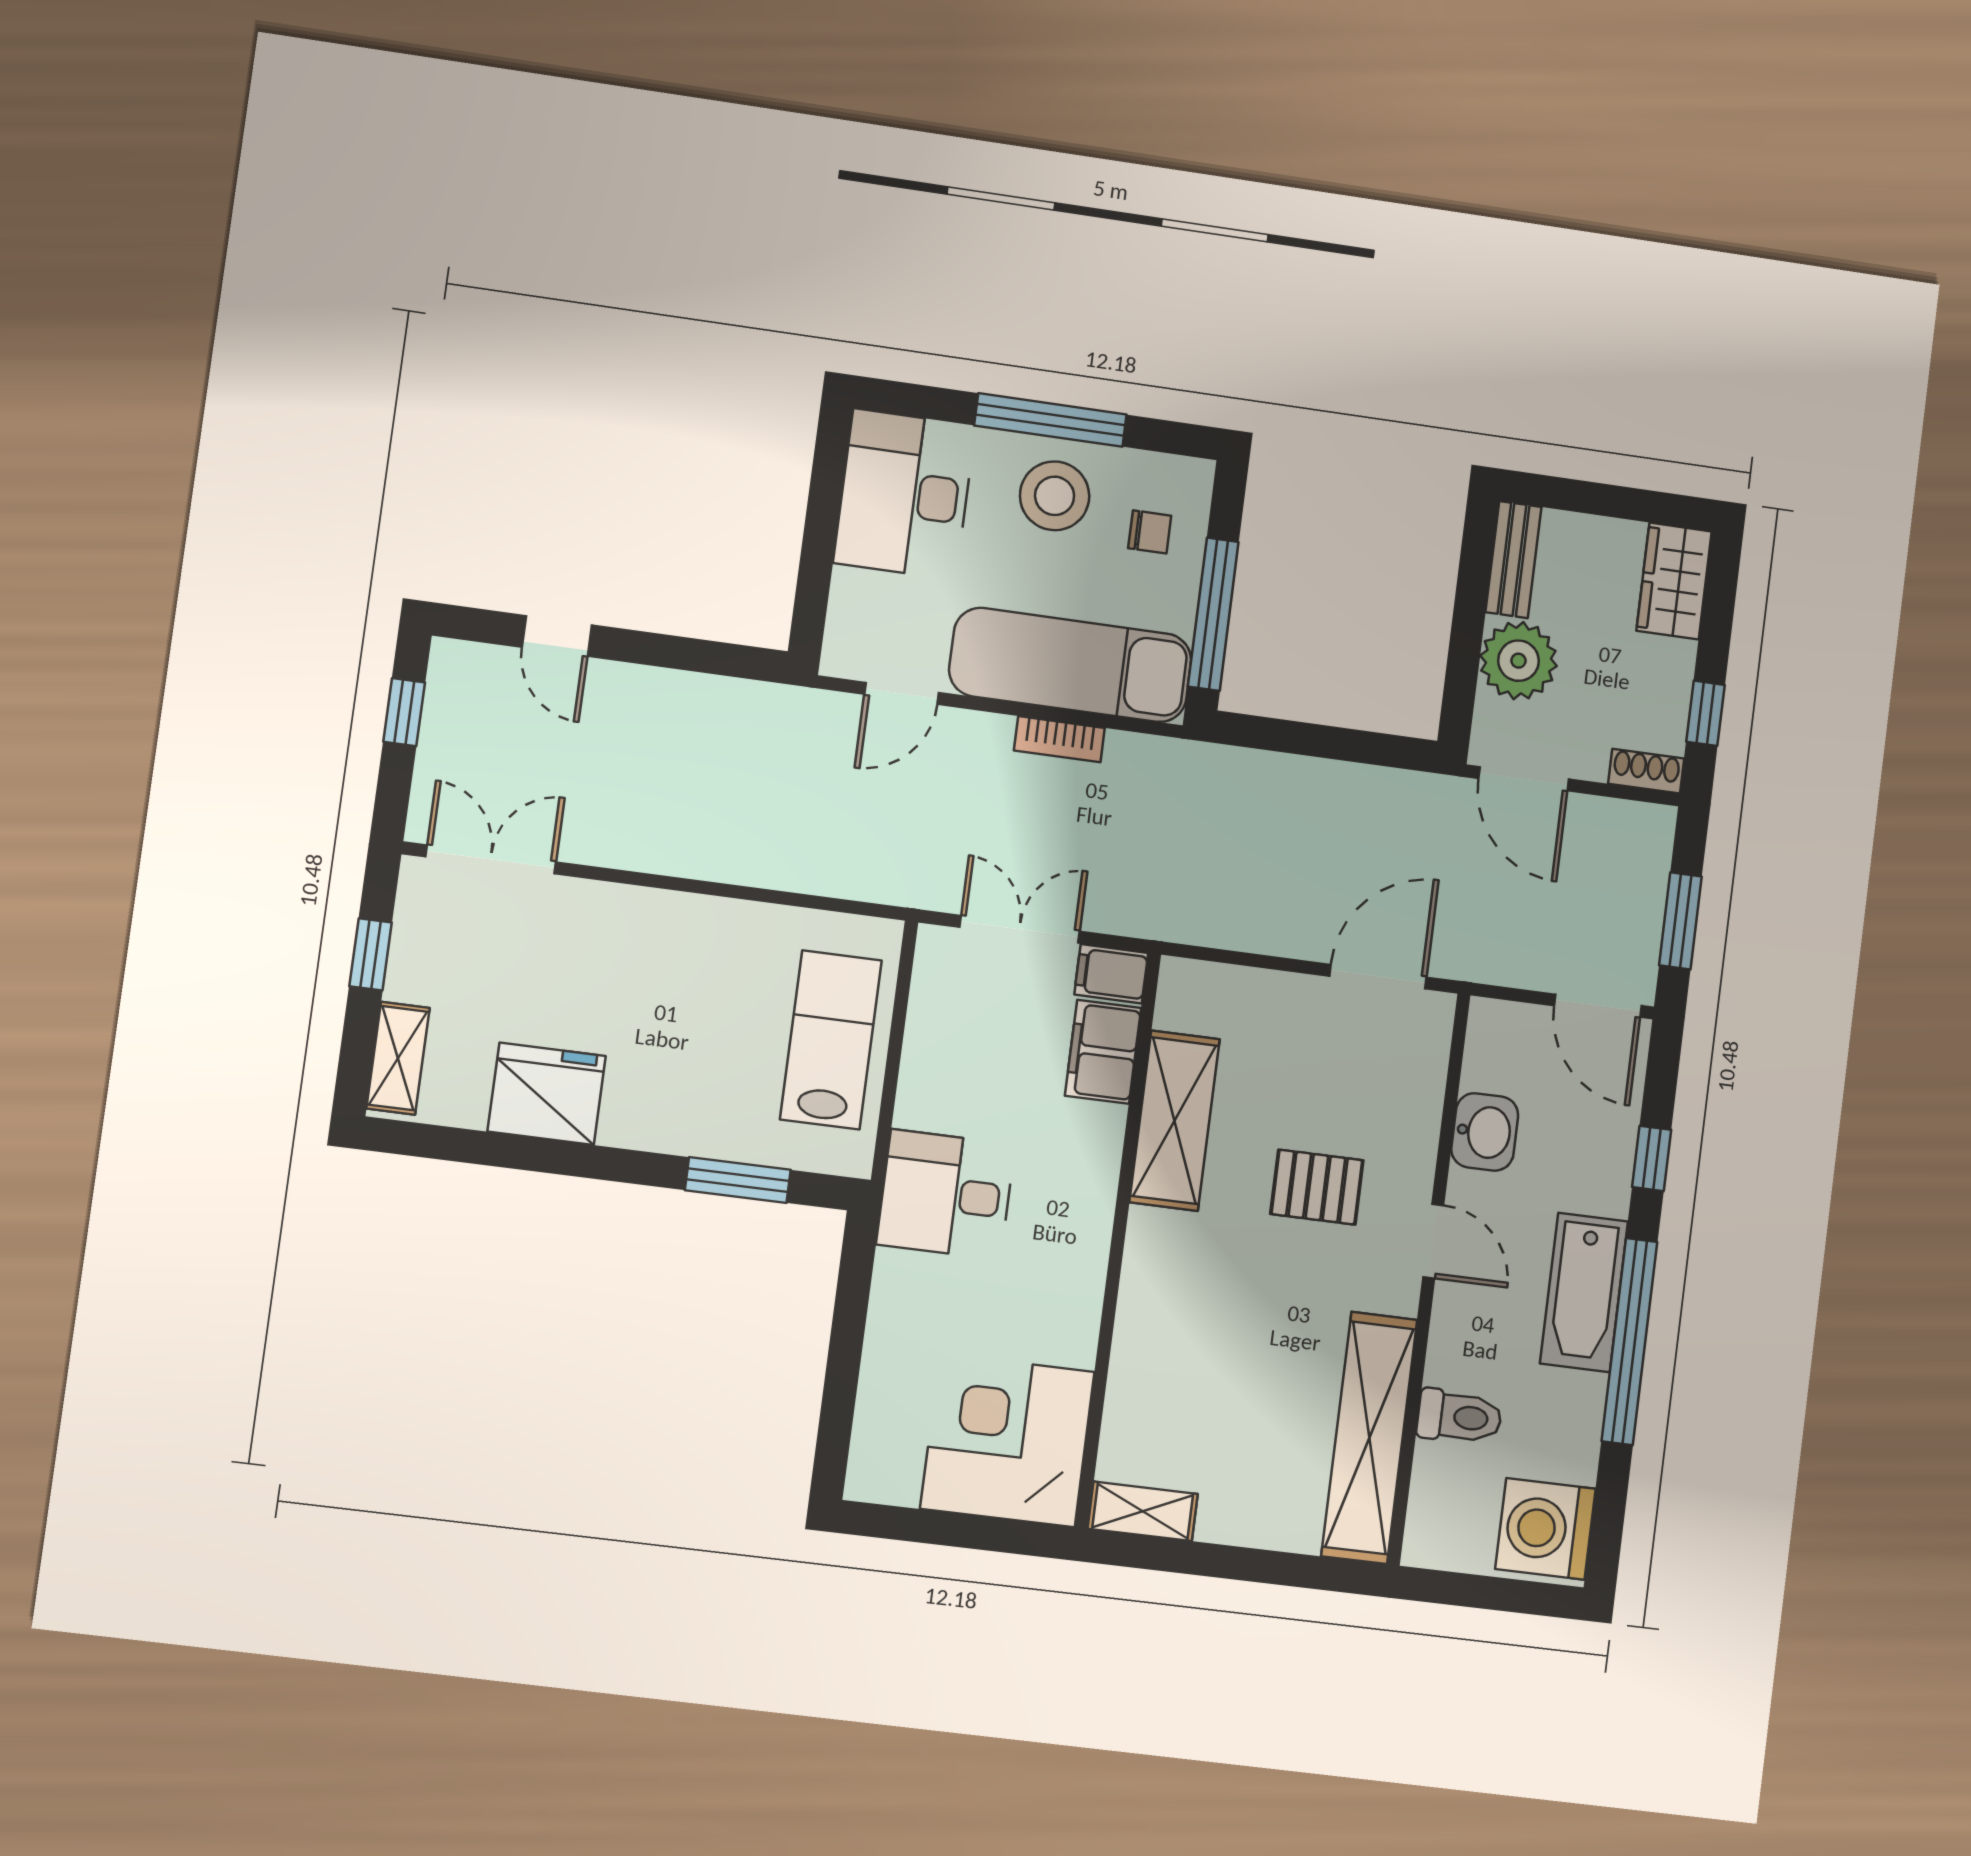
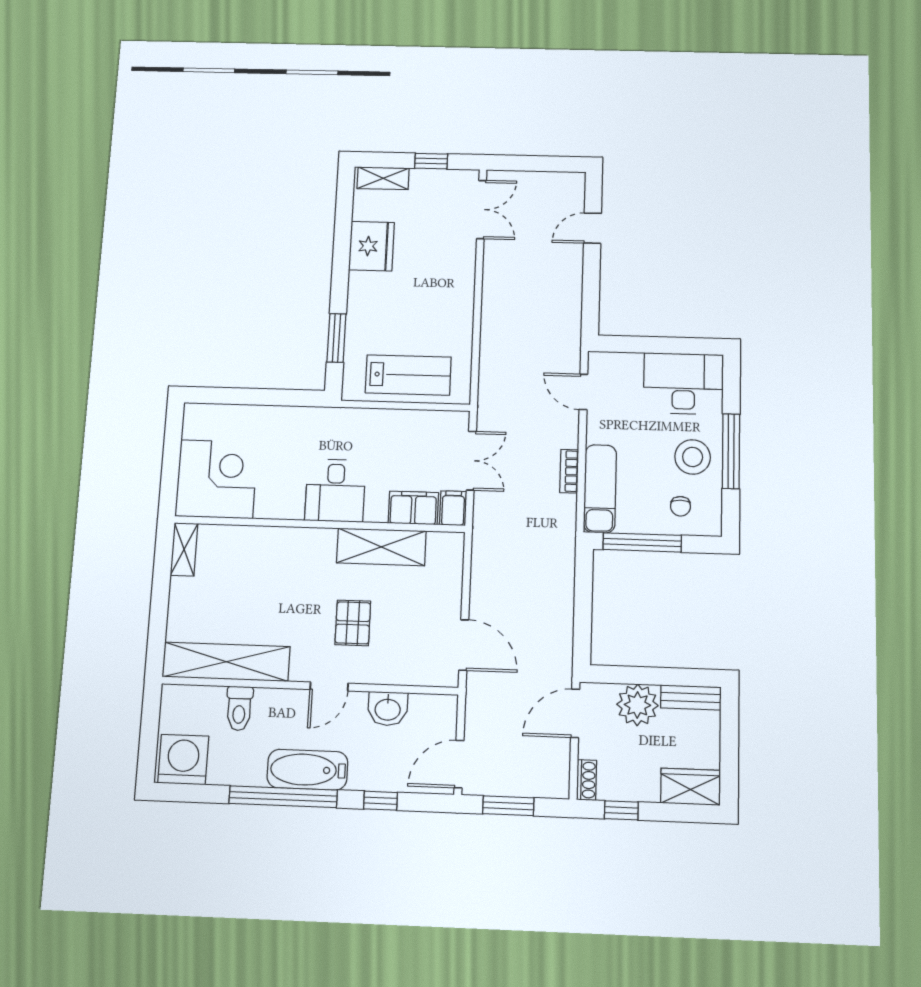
exam couch: (1070, 665) -> (600, 489), width x0.73, depth x0.69
window: (404, 712) -> (548, 164), removed
desk: (946, 1194) -> (335, 490), moved, turned 180

